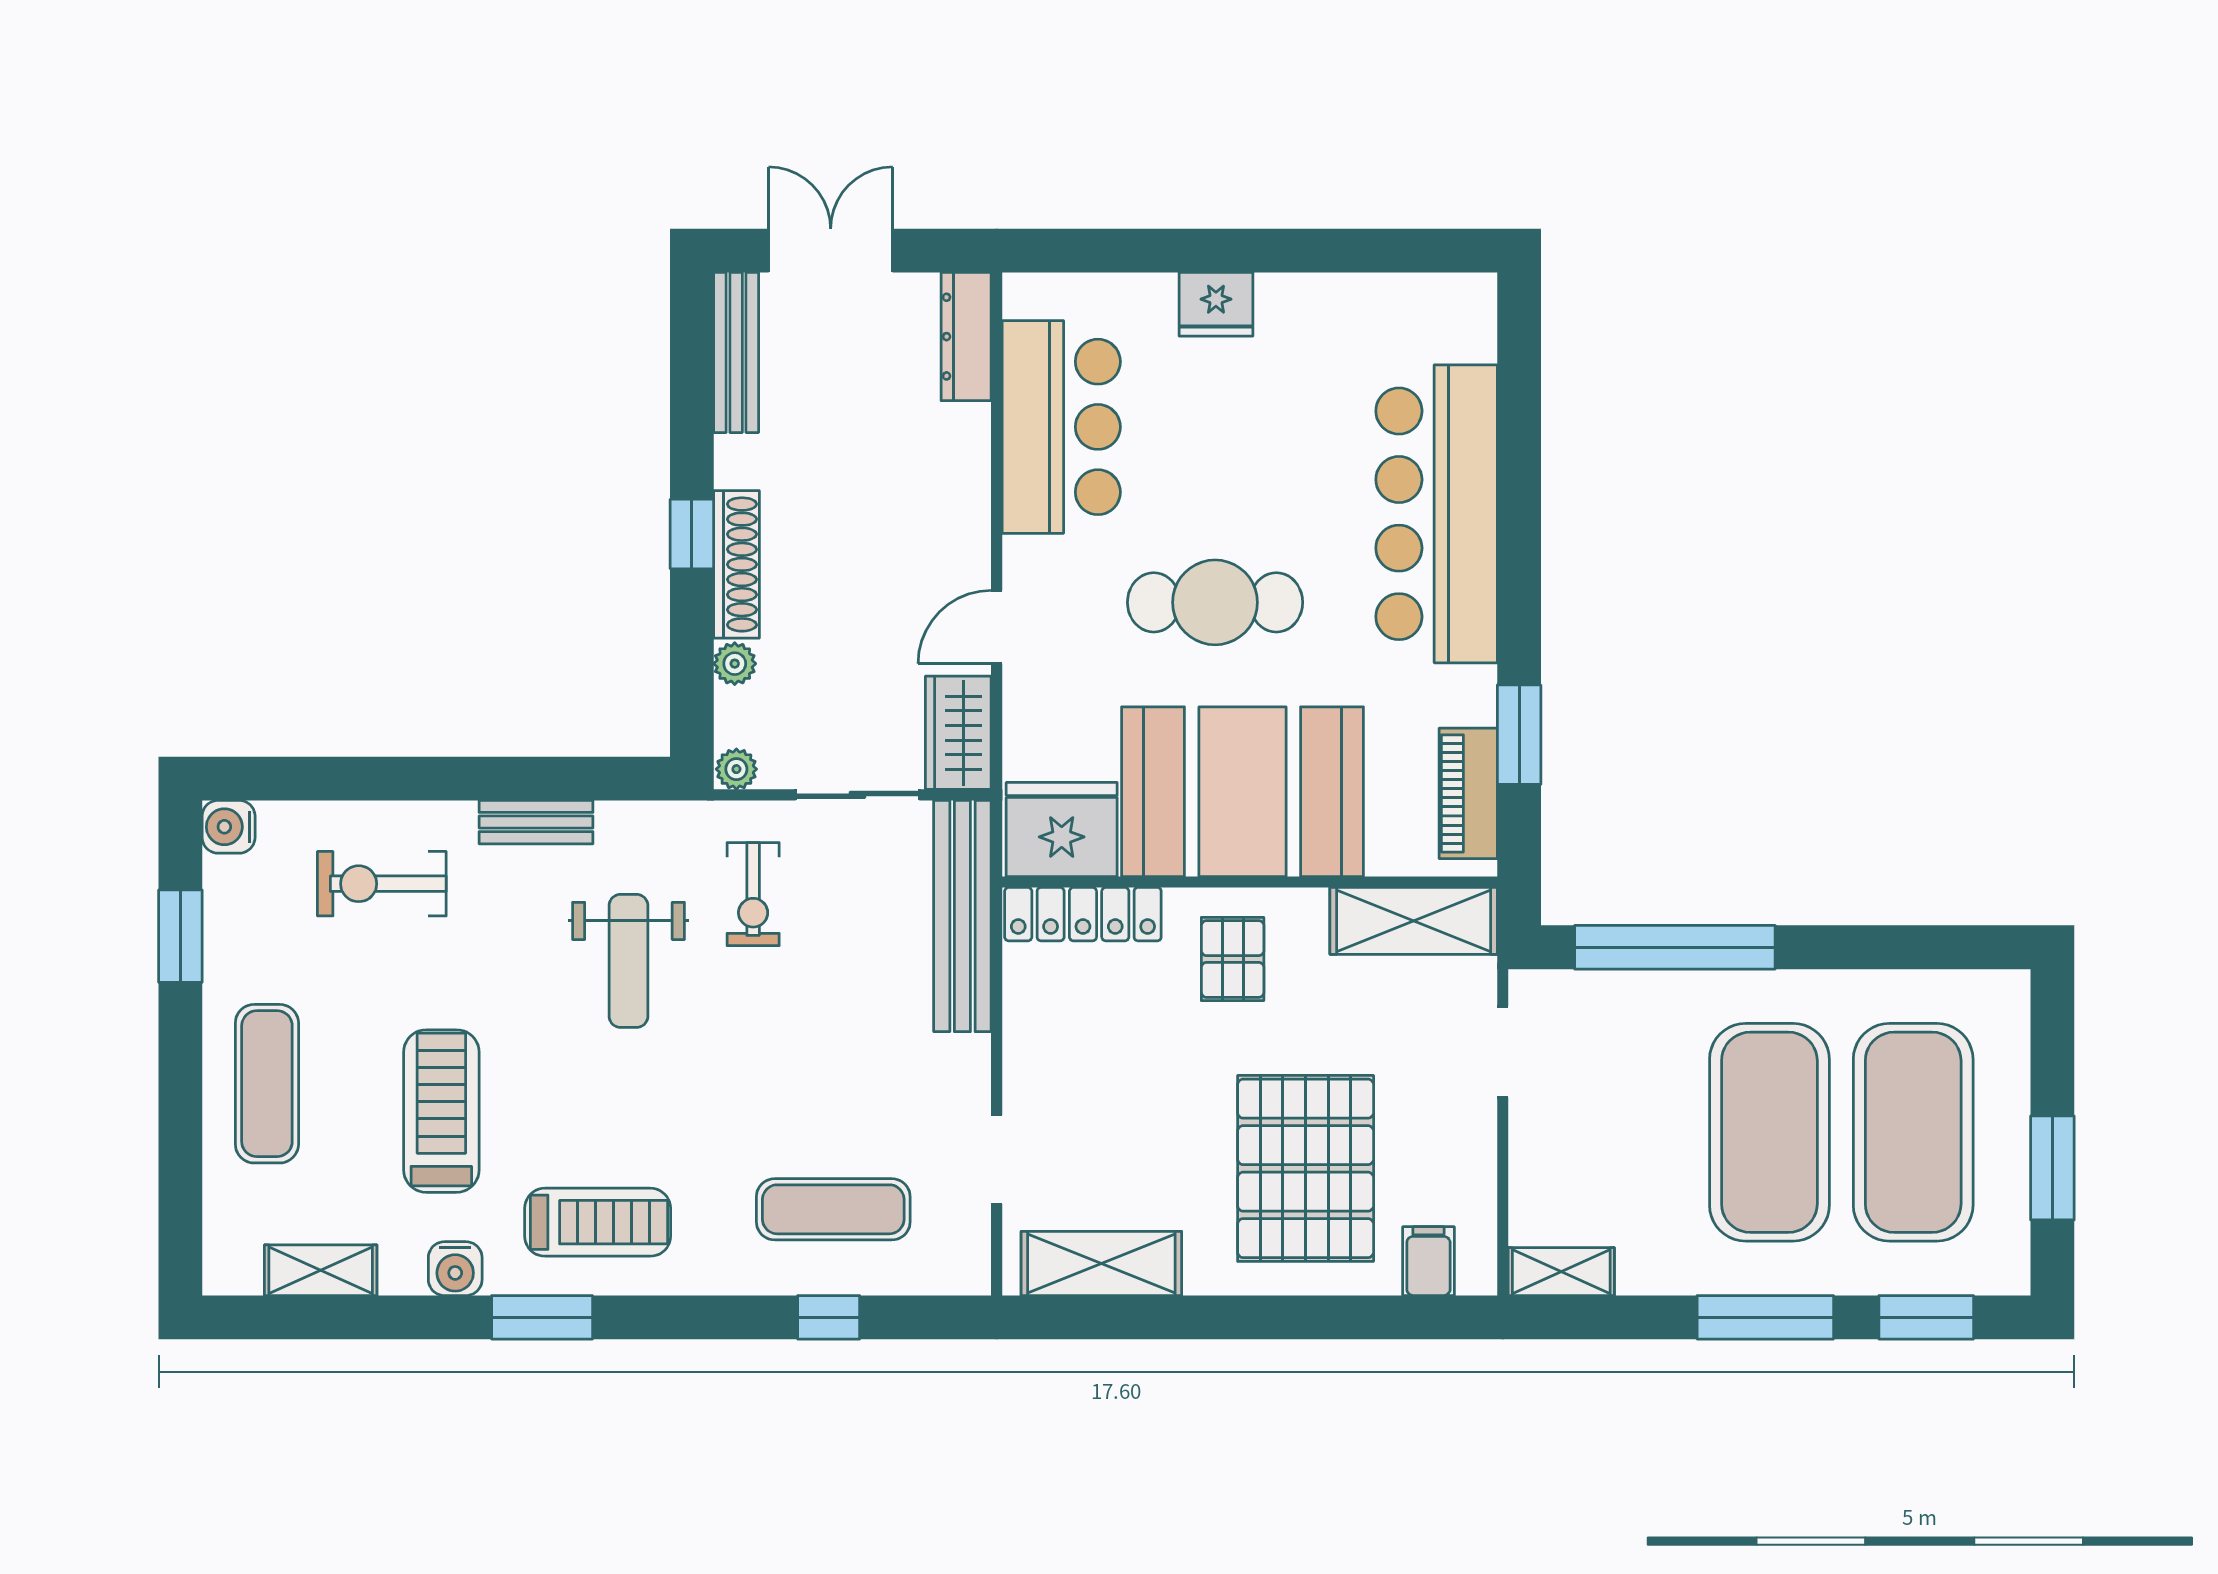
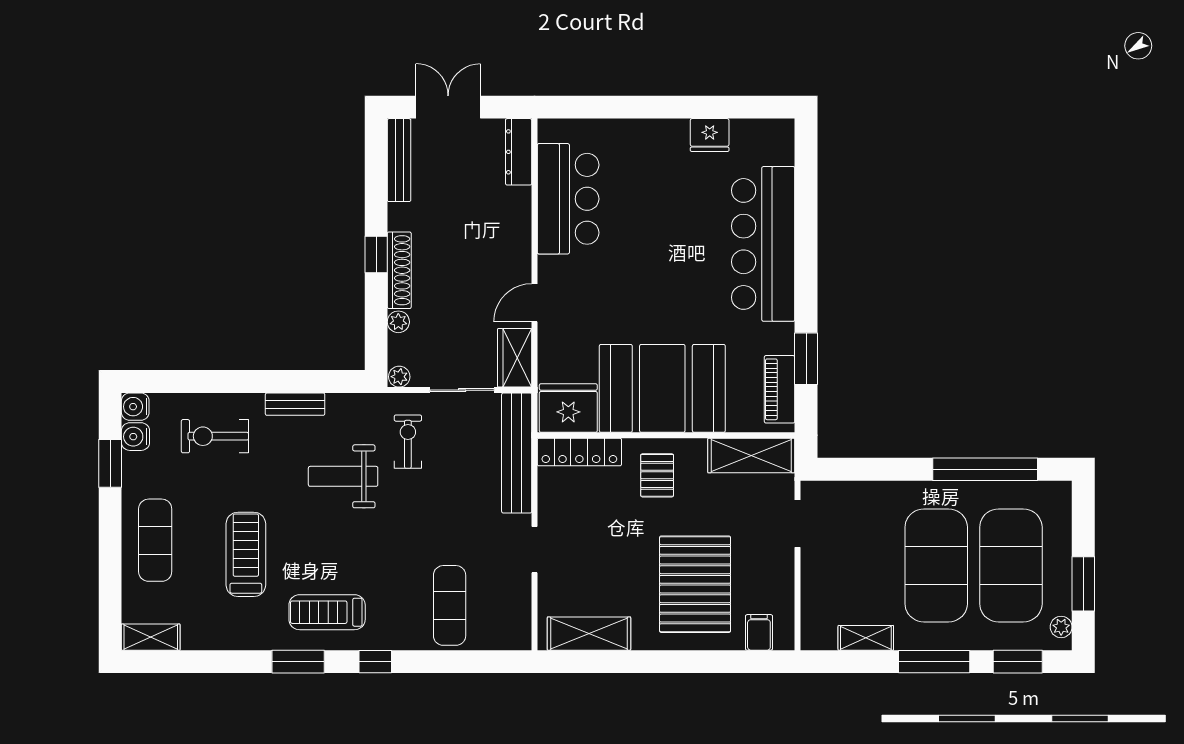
fridge: (1216, 304) -> (710, 135), moved
cafe table: (1215, 602) -> (648, 290), removed
exercise bike: (753, 894) -> (408, 442), turned 180
window: (1675, 947) -> (985, 469), moved
weight bench: (628, 961) -> (343, 476), turned 90
doorway: (997, 1159) -> (534, 550), moved
exercise mat: (833, 1209) -> (450, 605), turned 90
treadmill: (598, 1222) -> (327, 612), turned 180
plant: (2010, 1251) -> (1061, 627), added
water cooler: (455, 1269) -> (135, 437), moved, turned 90
shelving: (321, 1270) -> (151, 637), moved
shelving: (1561, 1272) -> (866, 638), moved
window: (829, 1317) -> (375, 662), moved

